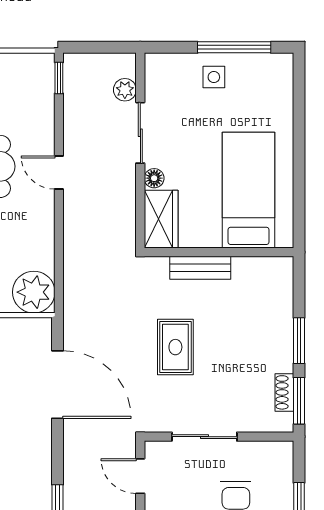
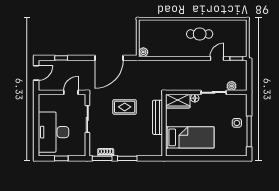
door: (59, 173) -> (217, 59), moved
bench: (200, 268) -> (158, 117), width x1.36
plant: (34, 292) -> (143, 52), width x0.53, depth x0.53

